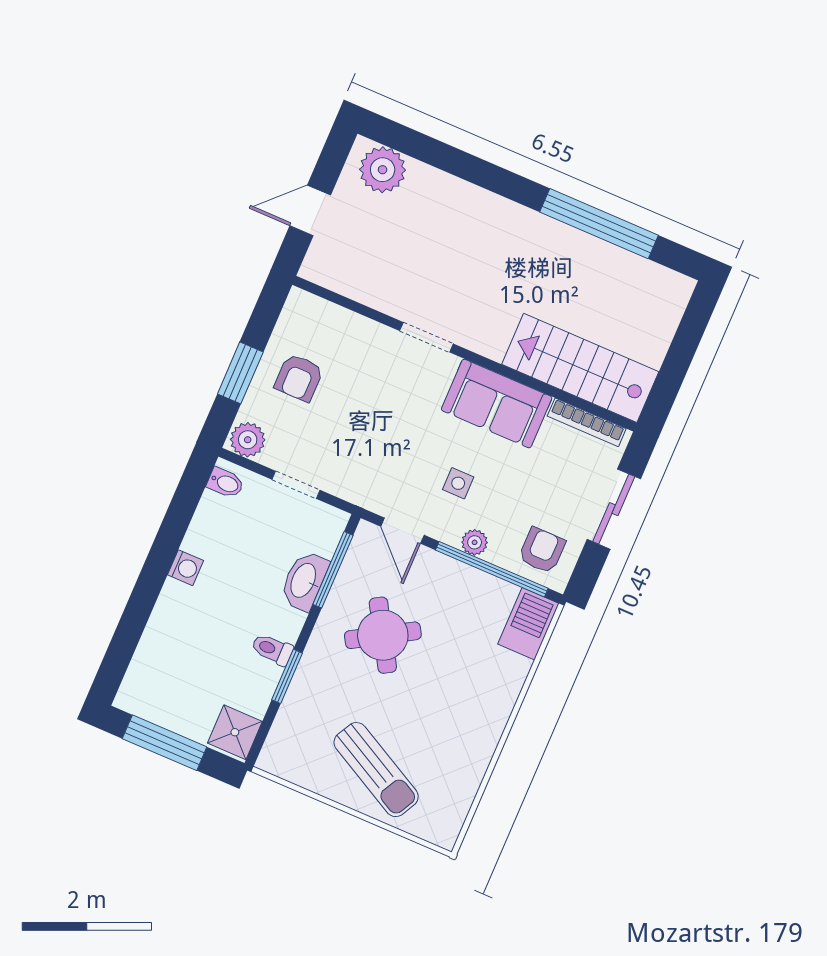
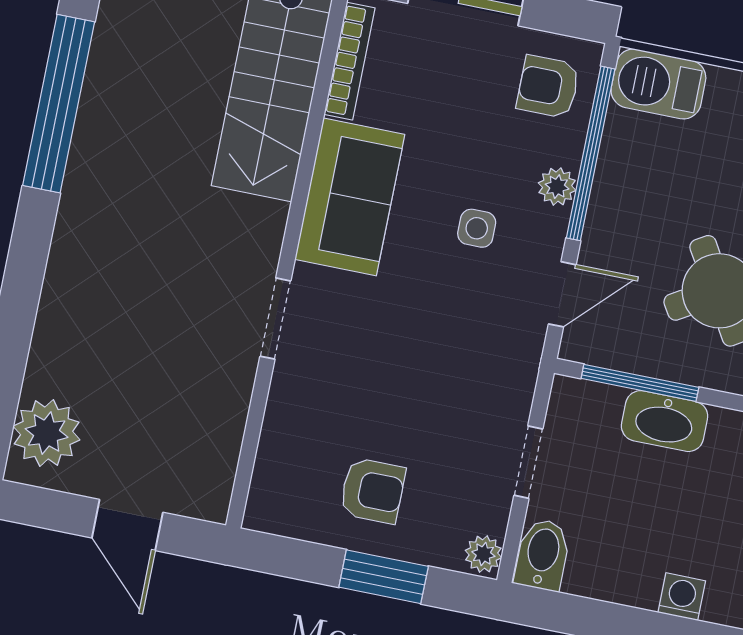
plant: (248, 440) -> (483, 554), width x0.73, depth x0.73
bidet: (225, 483) -> (542, 555), width x1.38, depth x1.36

